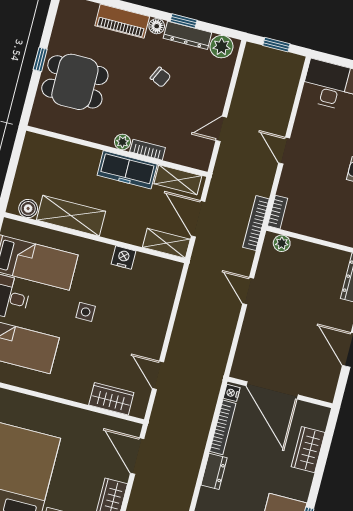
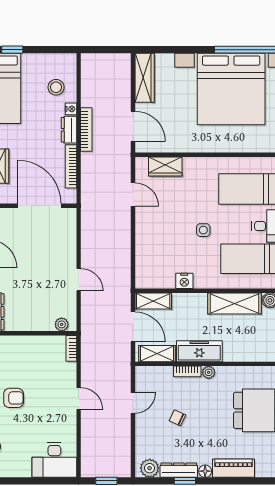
chair: (160, 77) -> (177, 418), moved
bookcase: (256, 223) -> (86, 130), moved
nightstand: (232, 393) -> (71, 109), moved

